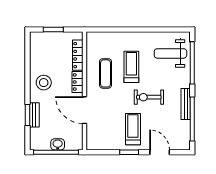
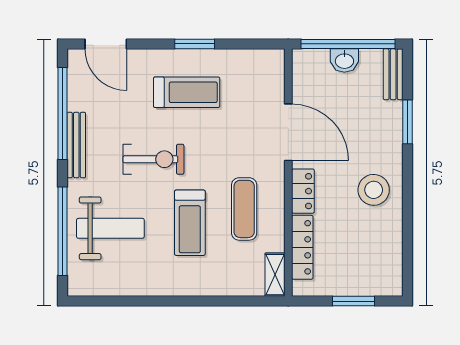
shelving: (91, 42) -> (275, 275), added
weight bench: (170, 53) -> (110, 228), moved
bench: (34, 115) -> (393, 74), moved
treadmill: (133, 129) -> (187, 92), turned -90
door: (160, 152) -> (106, 44), moved

